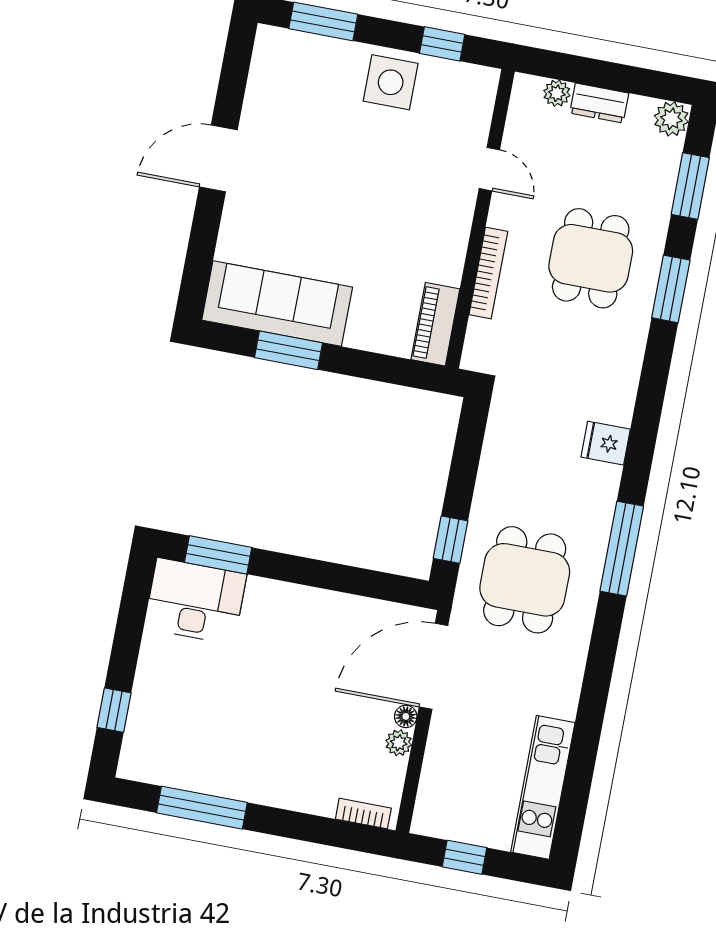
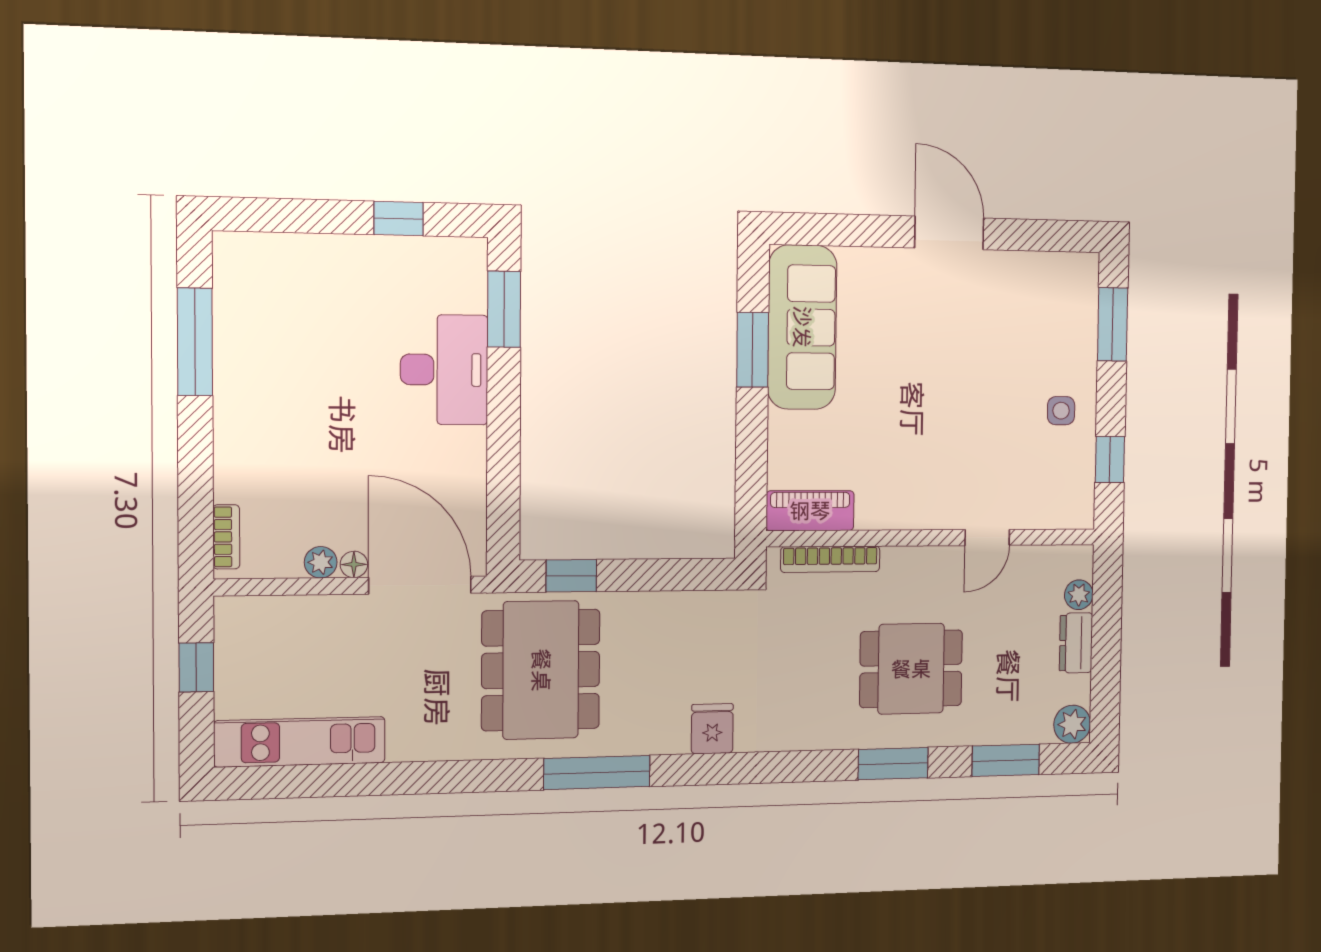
side table: (391, 82) -> (1061, 411), width x0.54, depth x0.54
bookcase: (488, 273) -> (830, 559), moved
dining table: (525, 580) -> (541, 670), width x1.38
desk: (195, 601) -> (444, 370), moved
window: (114, 710) -> (399, 218), moved

